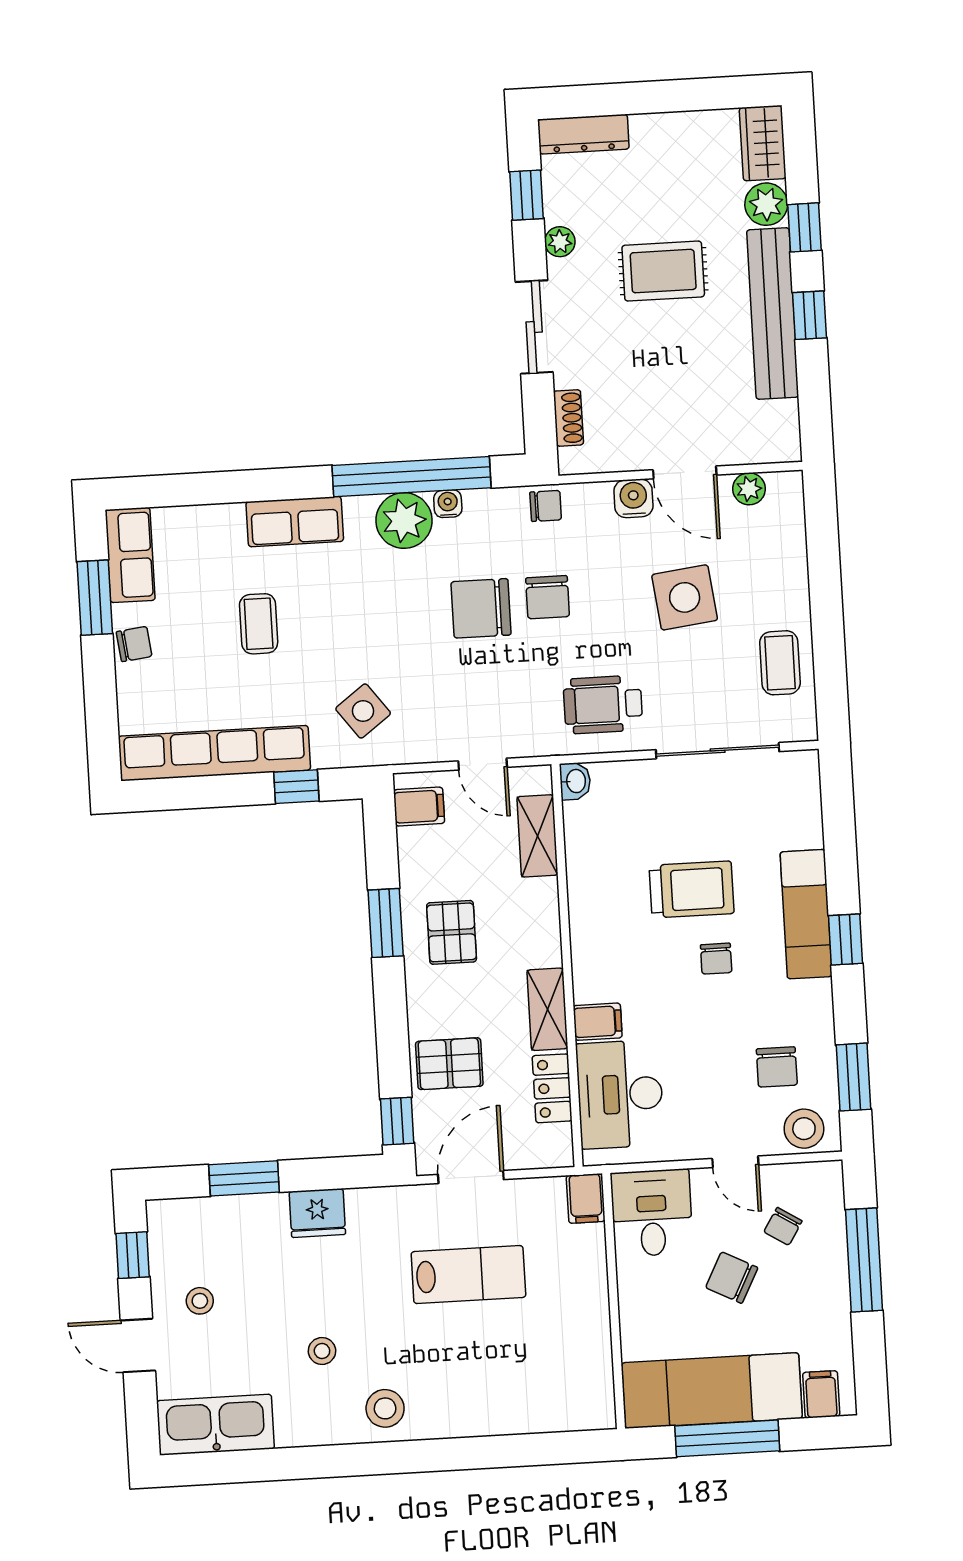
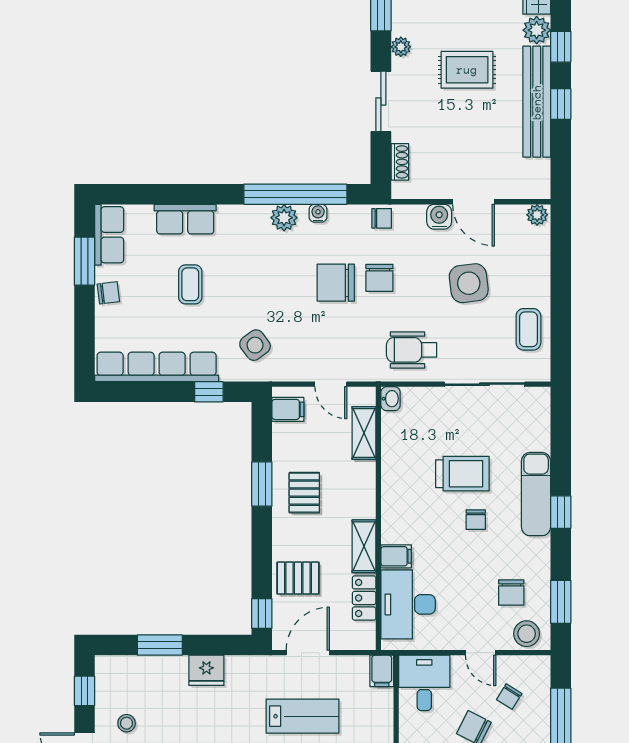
plant: (749, 489) -> (537, 215), moved
plant: (404, 521) -> (284, 218), width x0.73, depth x0.73
row of seats: (295, 522) -> (185, 219), moved

